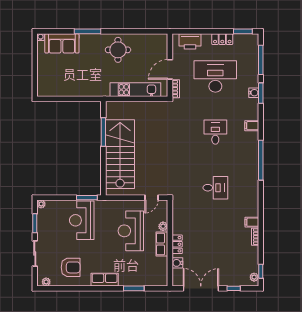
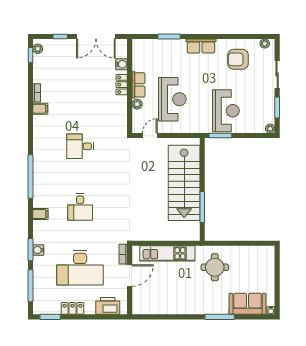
round table: (118, 50) -> (215, 267), moved

